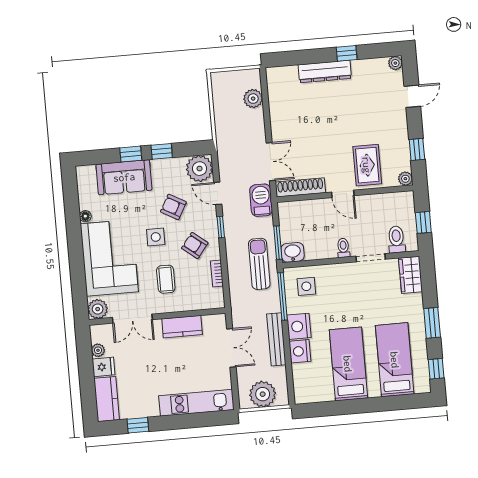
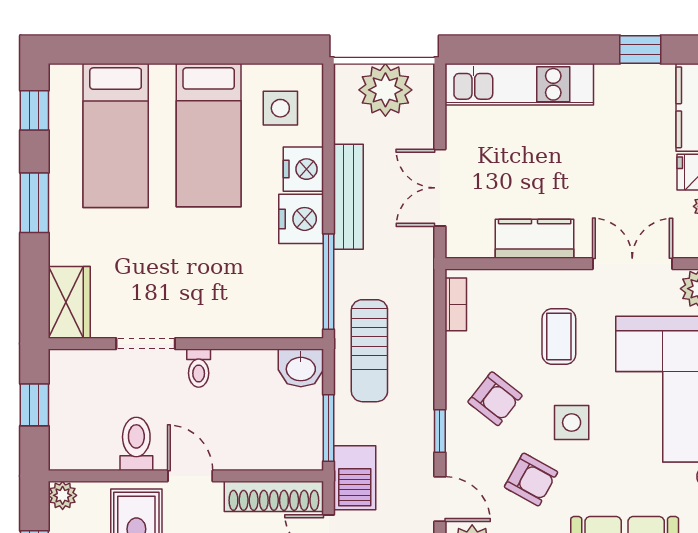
toilet: (396, 239) -> (136, 444), moved, turned 180
window: (278, 243) -> (329, 428), moved
bookcase: (217, 273) -> (456, 304), moved
side table: (306, 286) -> (280, 108), moved

